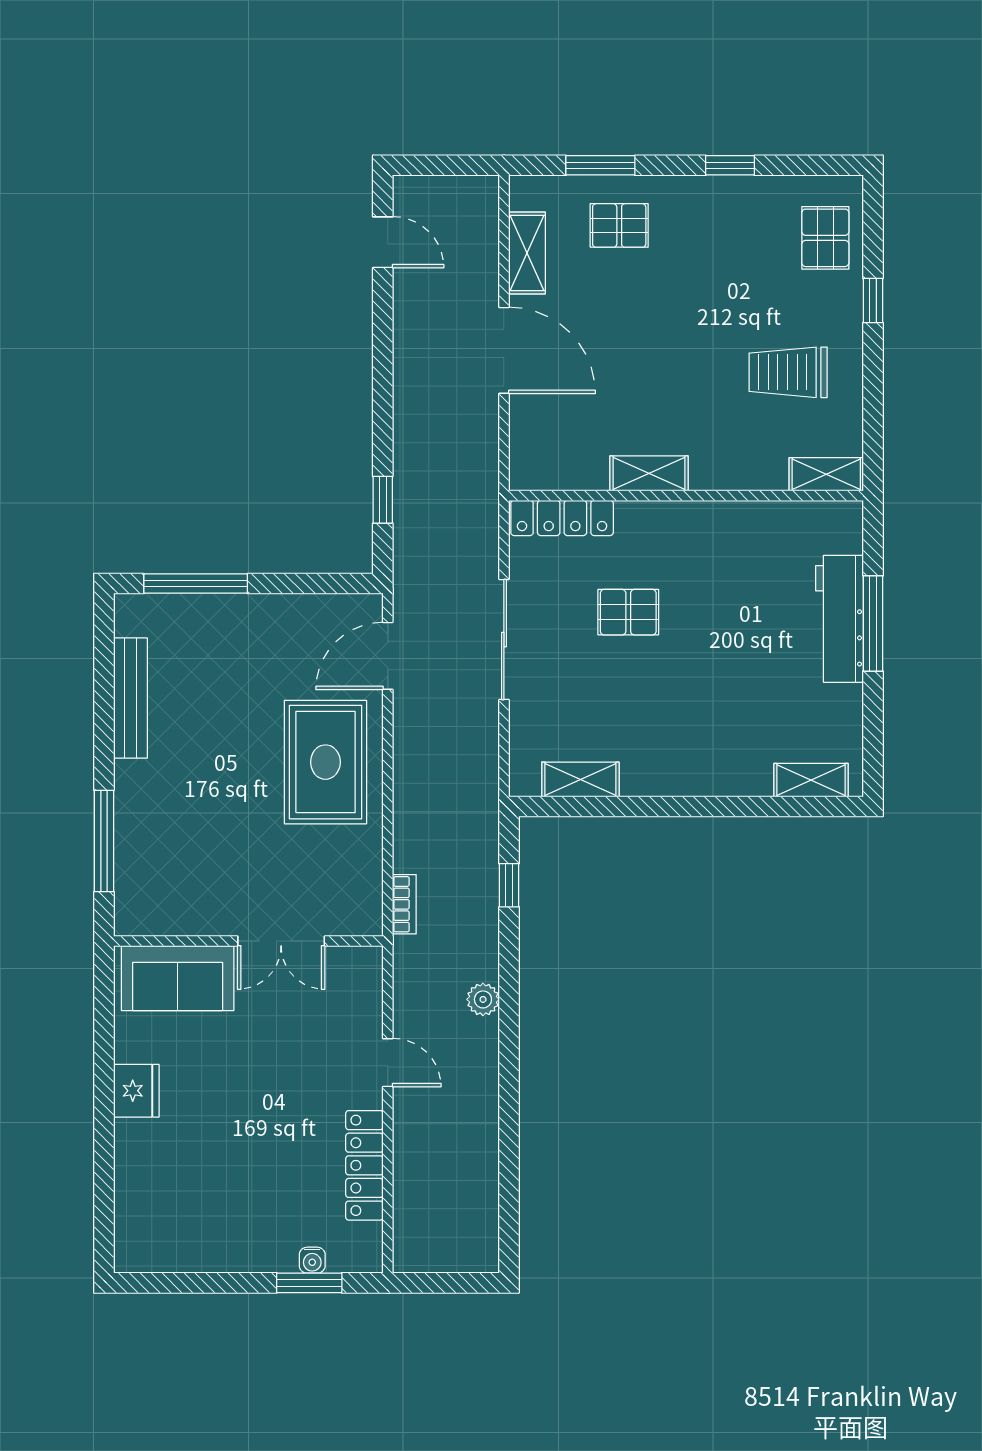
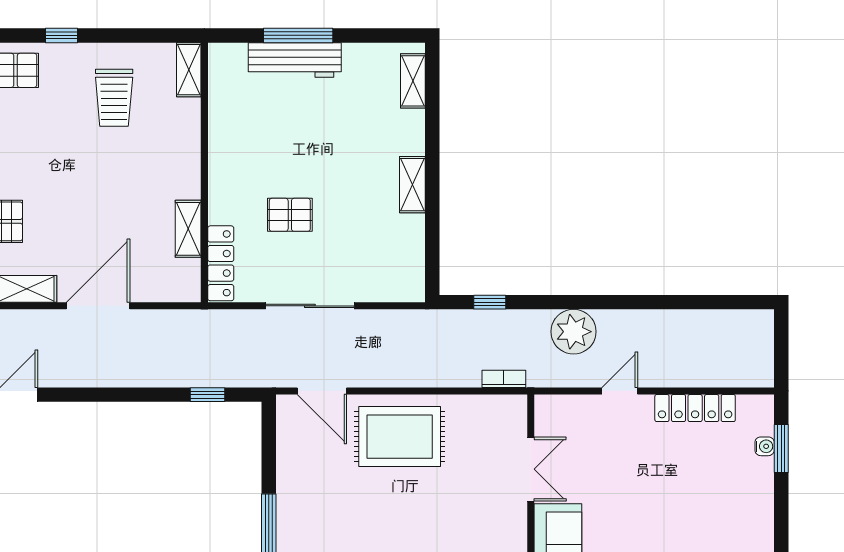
shelving: (649, 473) -> (188, 229), moved
pallet: (628, 612) -> (290, 215), turned 90
shelving: (580, 779) -> (412, 185), moved
plant: (483, 999) -> (574, 332), width x1.88, depth x1.88

